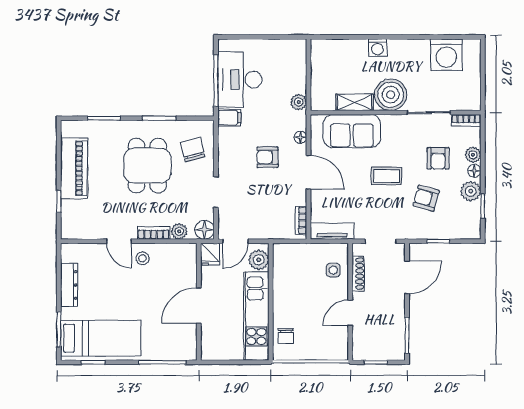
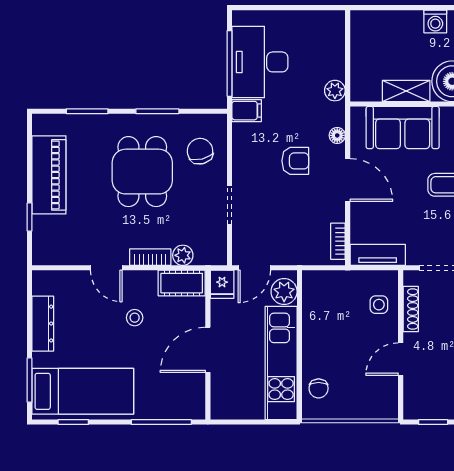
armchair: (268, 157) -> (295, 161), turned 180
floor lamp: (204, 230) -> (215, 253), removed
cot: (178, 253) -> (182, 283), added
stool: (143, 258) -> (135, 318), moved

